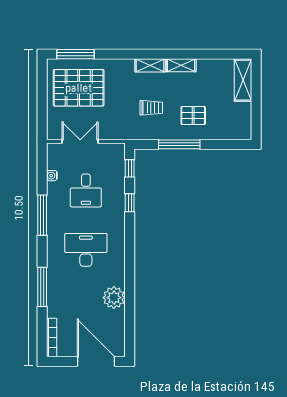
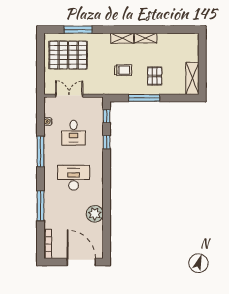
window: (76, 54) -> (78, 30), moved
shelving: (243, 80) -> (192, 78), moved
pallet: (193, 115) -> (155, 76), turned 90

